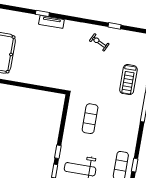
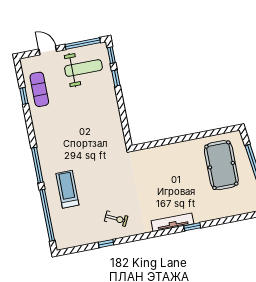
tv unit: (51, 22) -> (172, 222), width x1.41
exercise mat: (90, 119) -> (94, 129), removed

